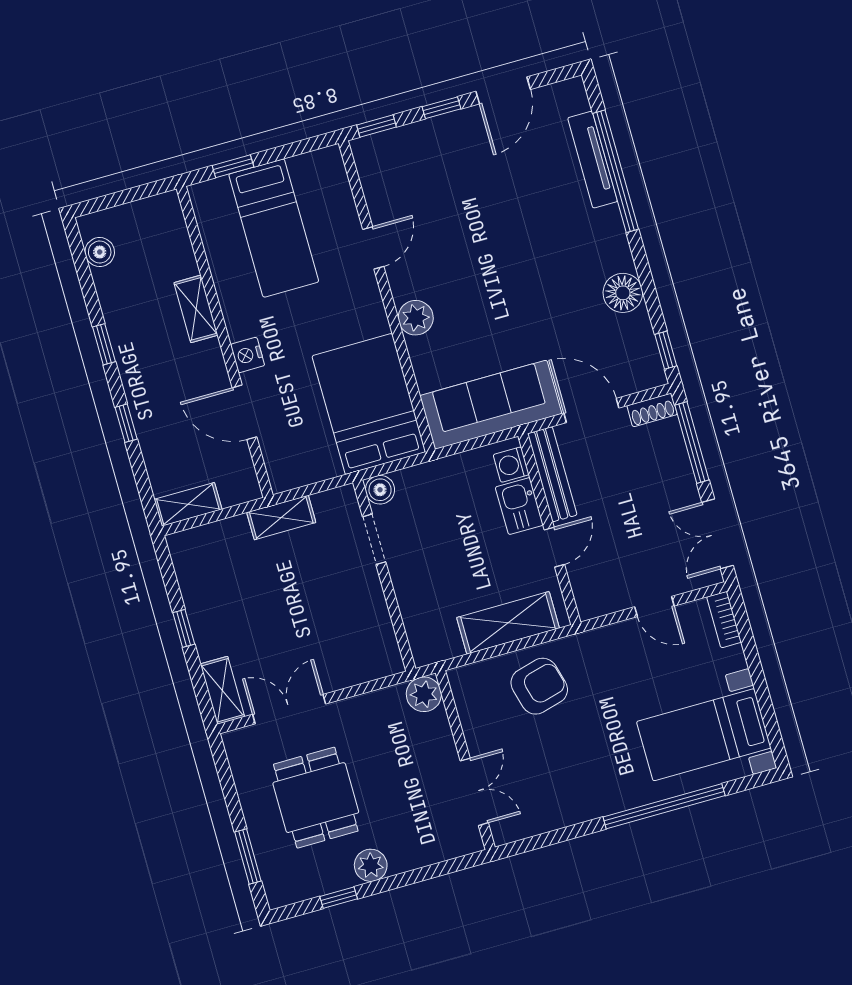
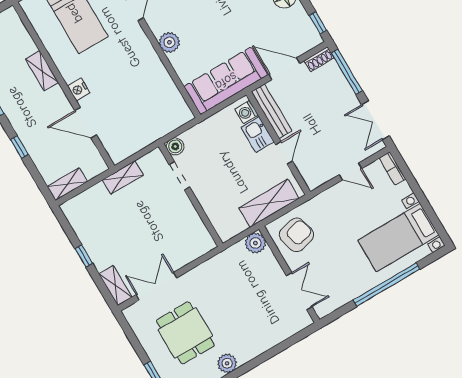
bed: (369, 404) -> (156, 99), removed
plant: (424, 694) -> (255, 243), moved
wall: (465, 760) -> (289, 274), moved
double door: (474, 792) -> (299, 291), moved

